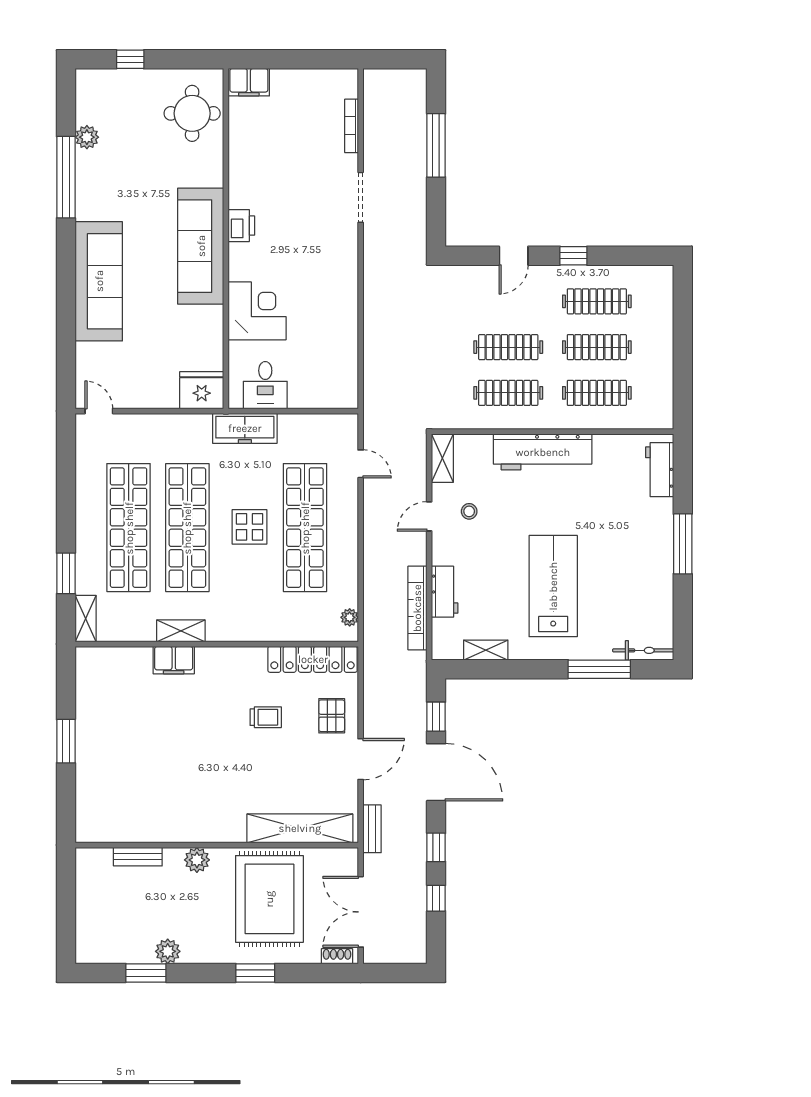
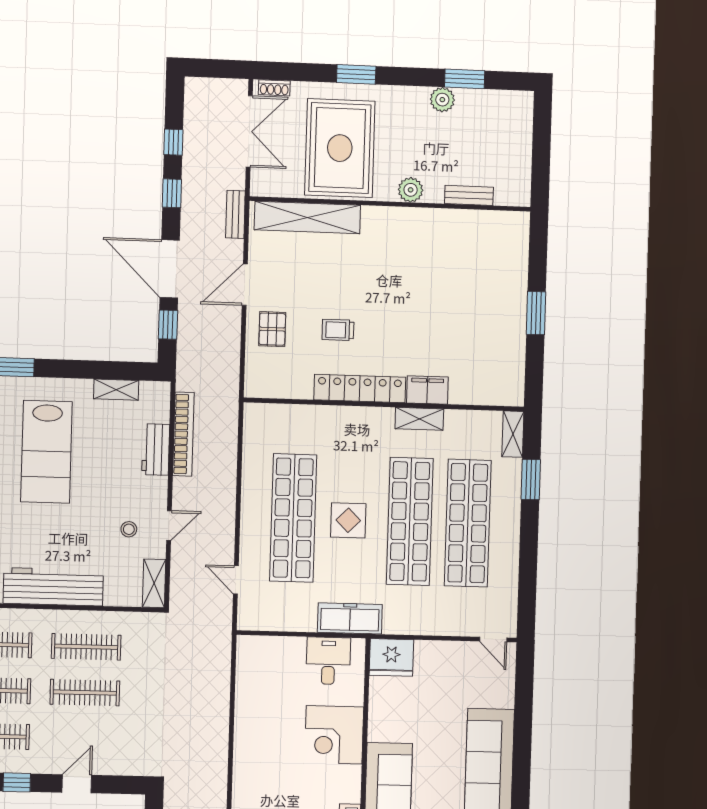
plant: (350, 617) -> (252, 427), removed
locker: (313, 659) -> (360, 389), moved

